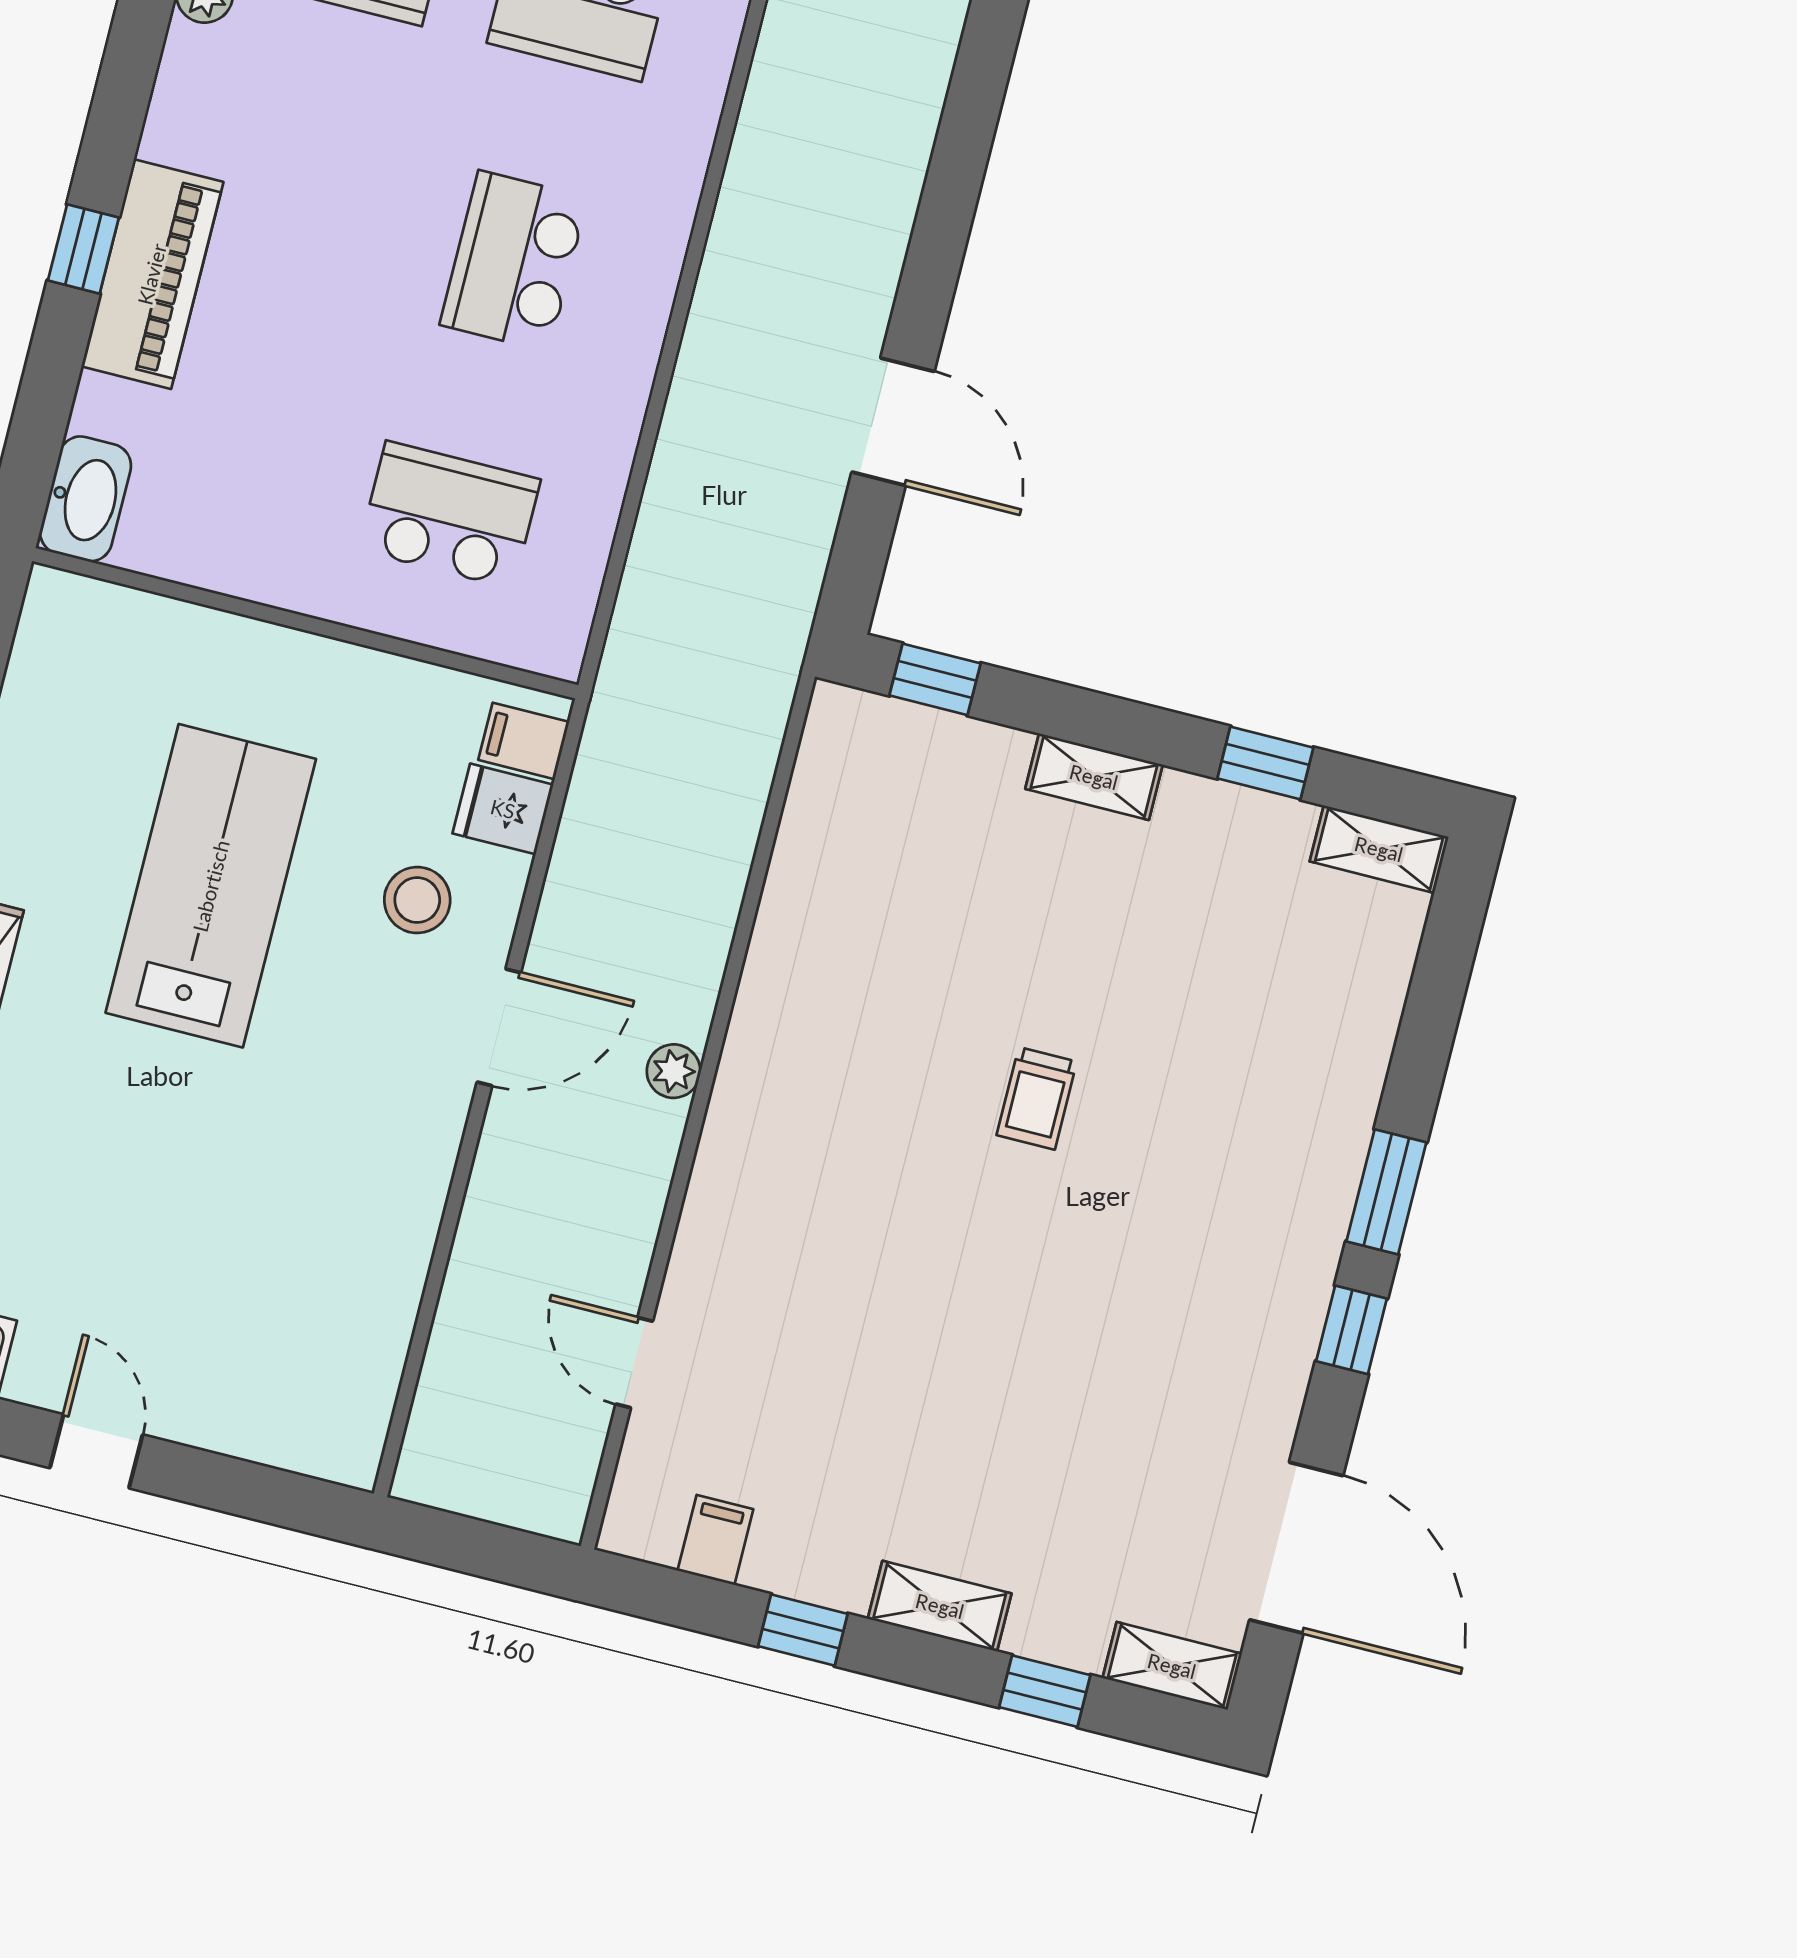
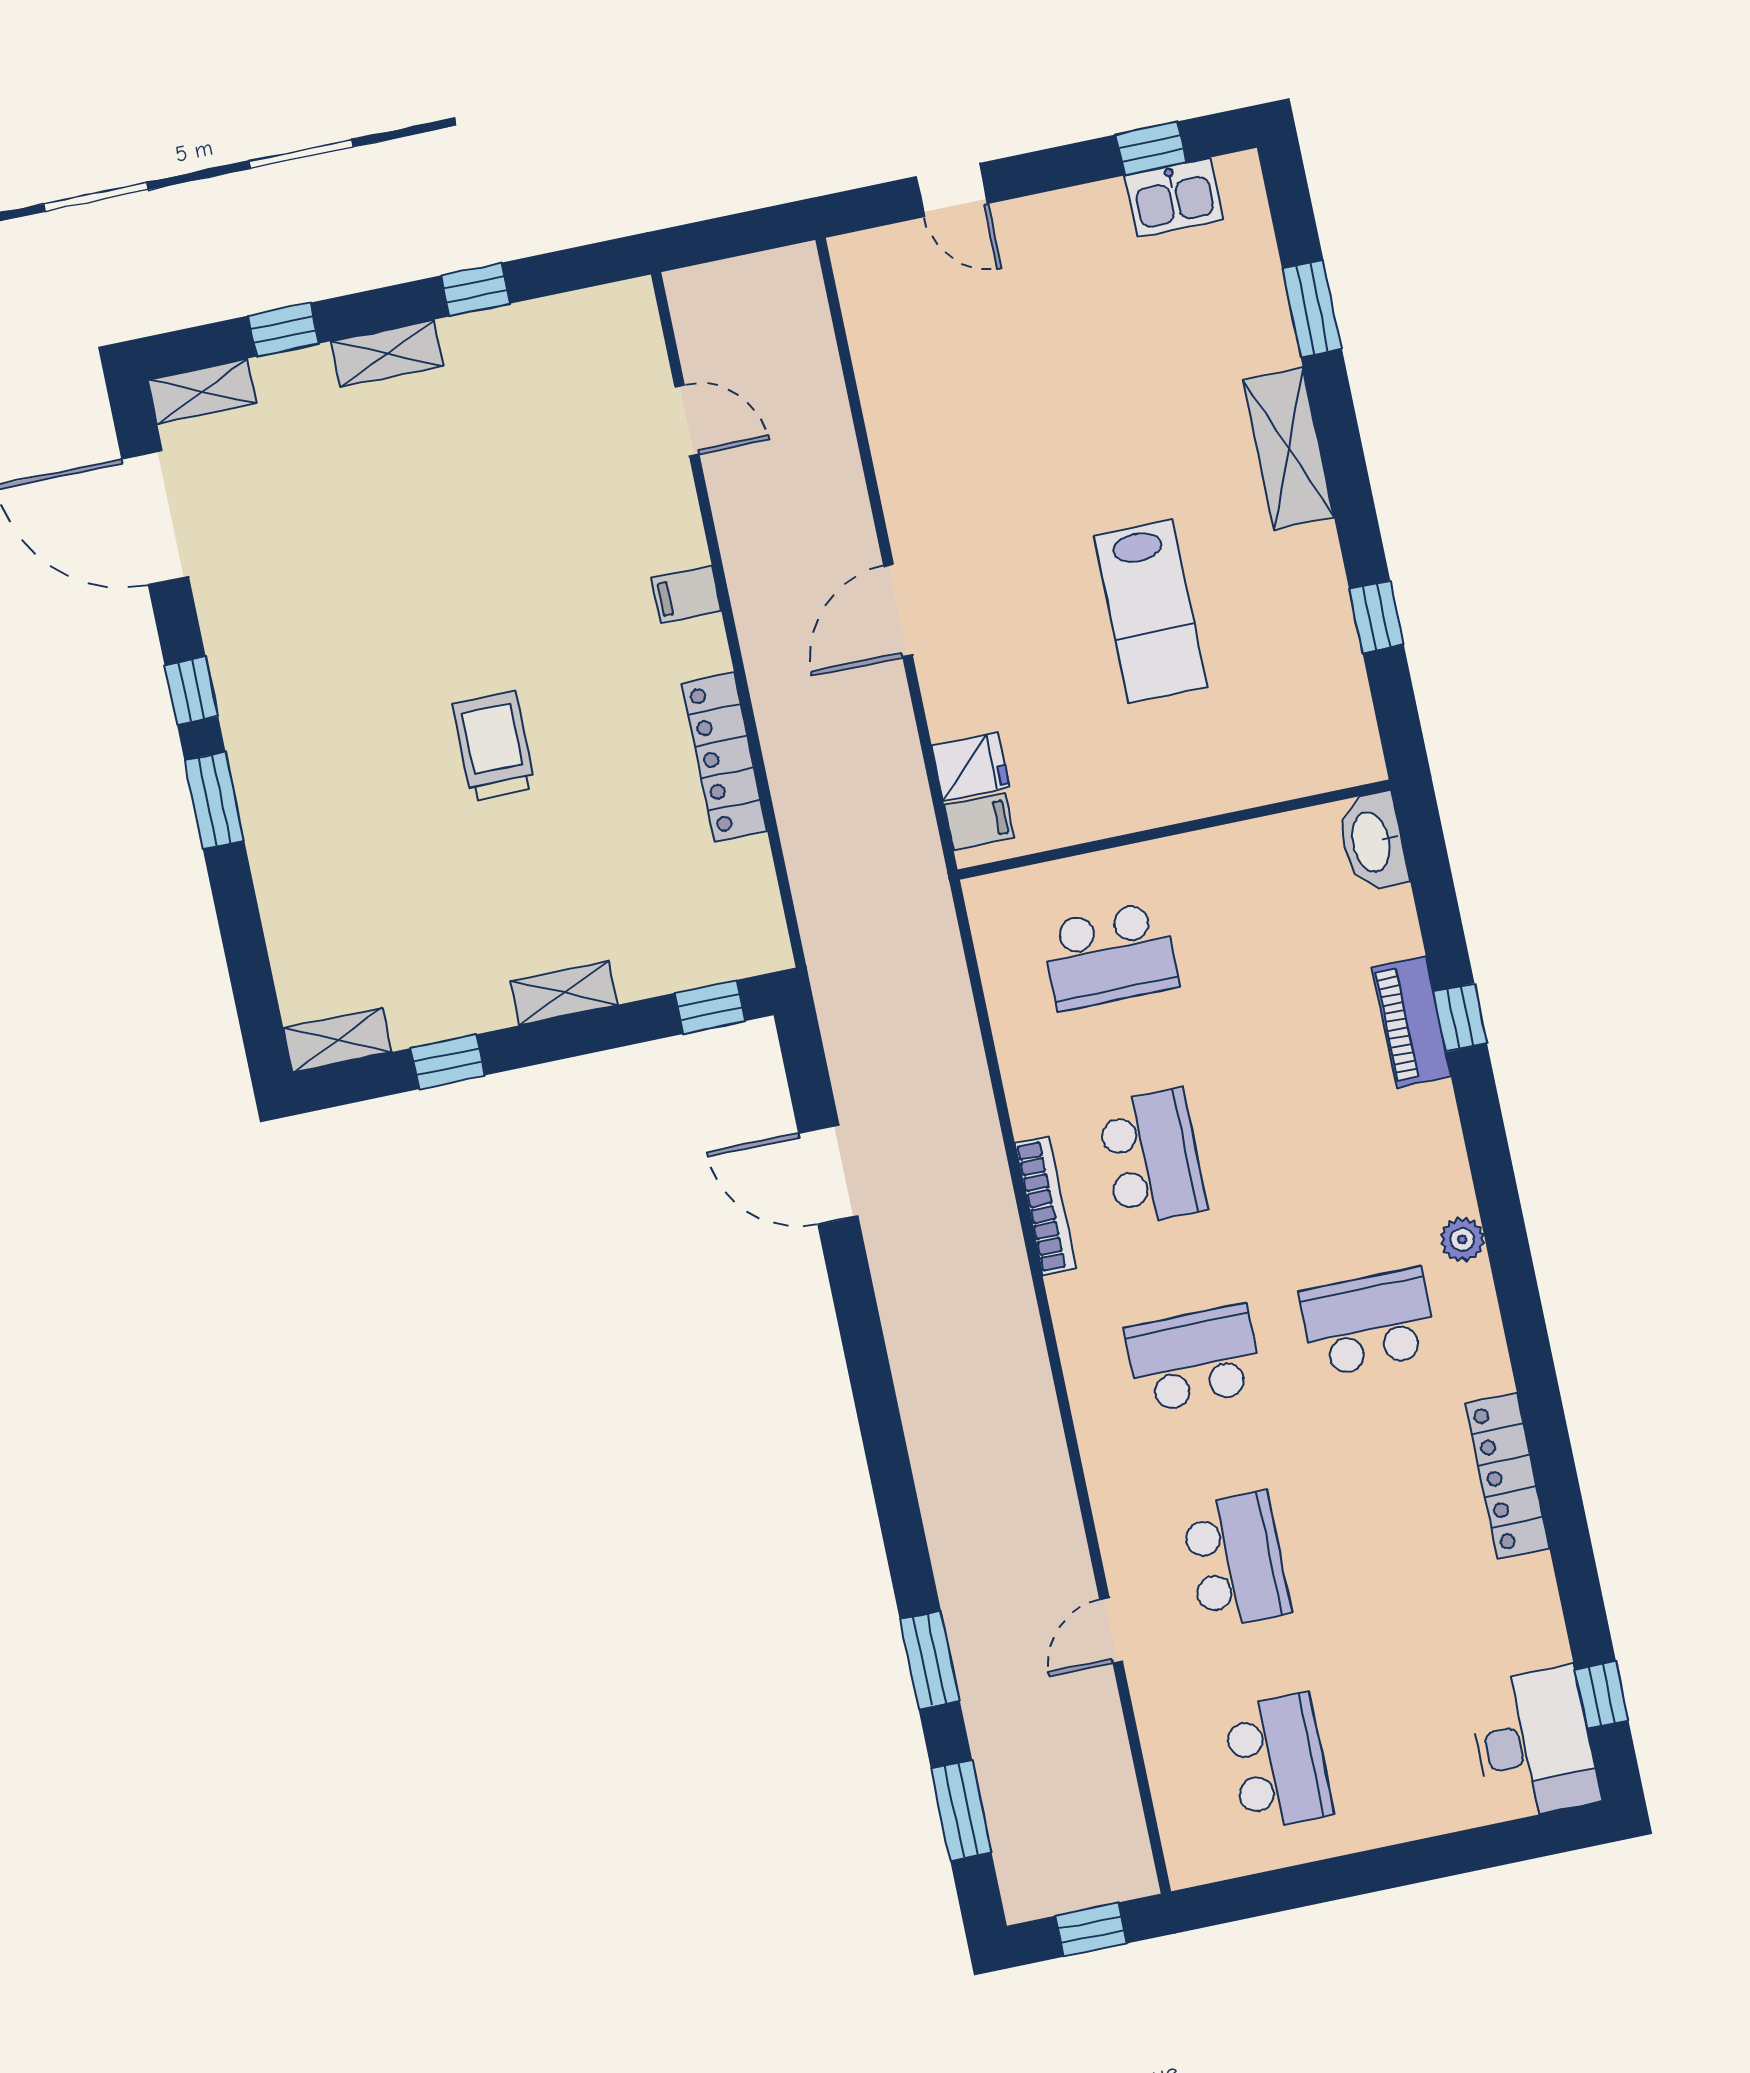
bookcase: (662, 265) -> (1045, 1206), added
piano: (152, 274) -> (1411, 1022), width x0.73, depth x0.75
lab bench: (211, 886) -> (1151, 611), width x0.73, depth x0.72
stool: (417, 900) -> (1000, 673), removed
locker: (779, 957) -> (724, 757), added
plant: (674, 1071) -> (760, 640), removed
trolley: (1037, 1098) -> (494, 746), width x1.36, depth x1.39
door: (96, 1451) -> (952, 190), moved
filing cabinet: (715, 1540) -> (686, 595), moved, turned 90

